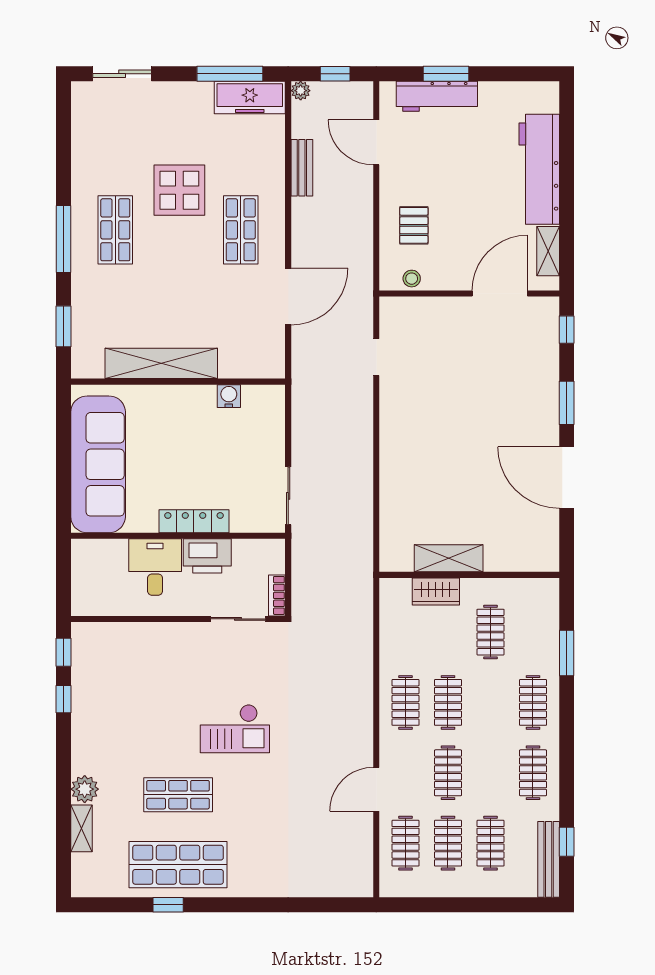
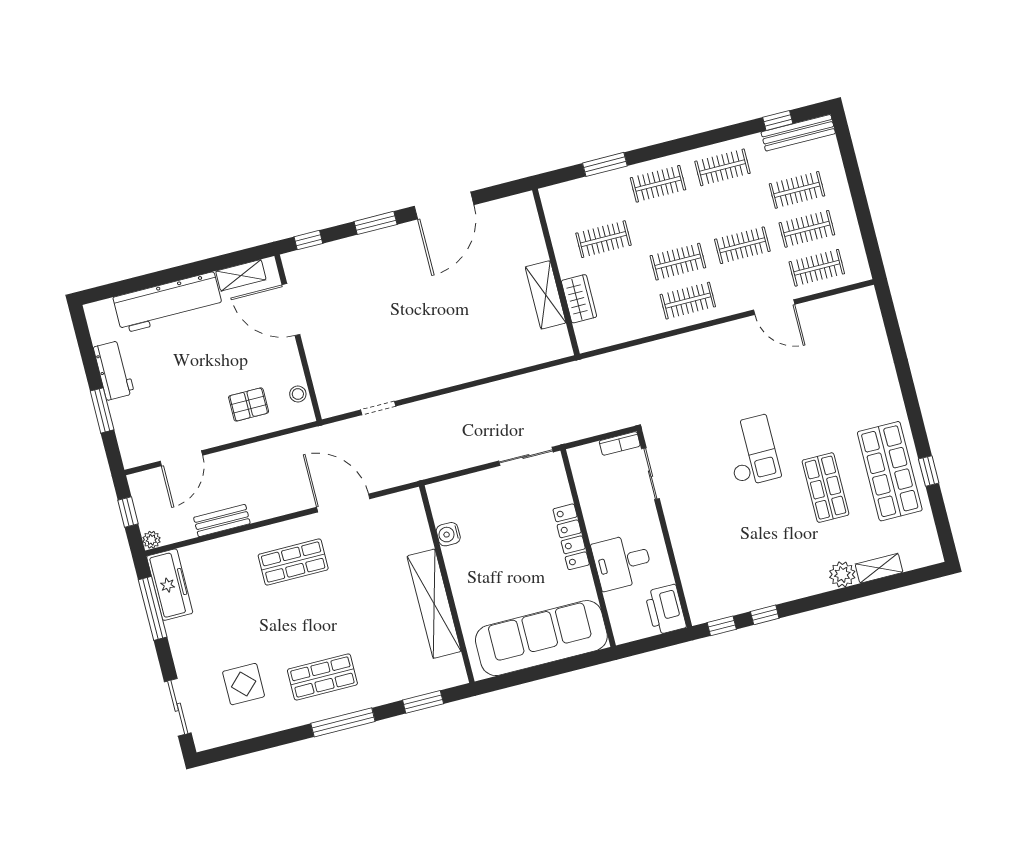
workbench: (437, 96) -> (114, 370), moved, width x0.73
display table: (179, 190) -> (244, 684), moved, width x0.73, depth x0.73
printer: (207, 556) -> (665, 610), moved, turned 180

